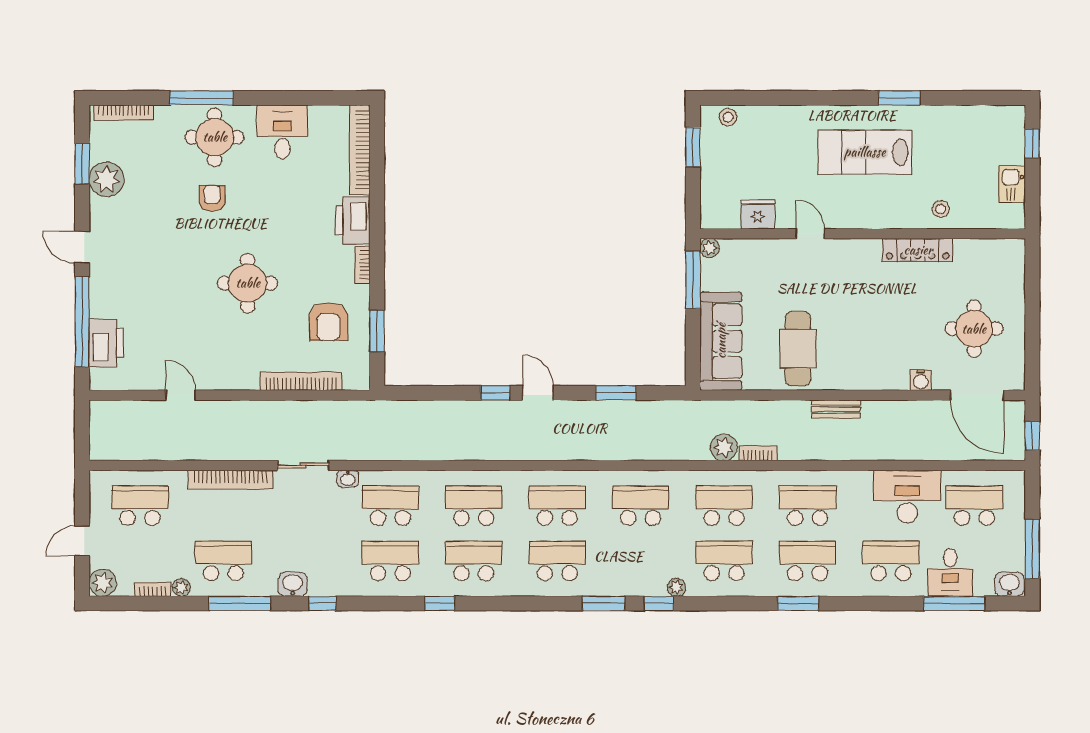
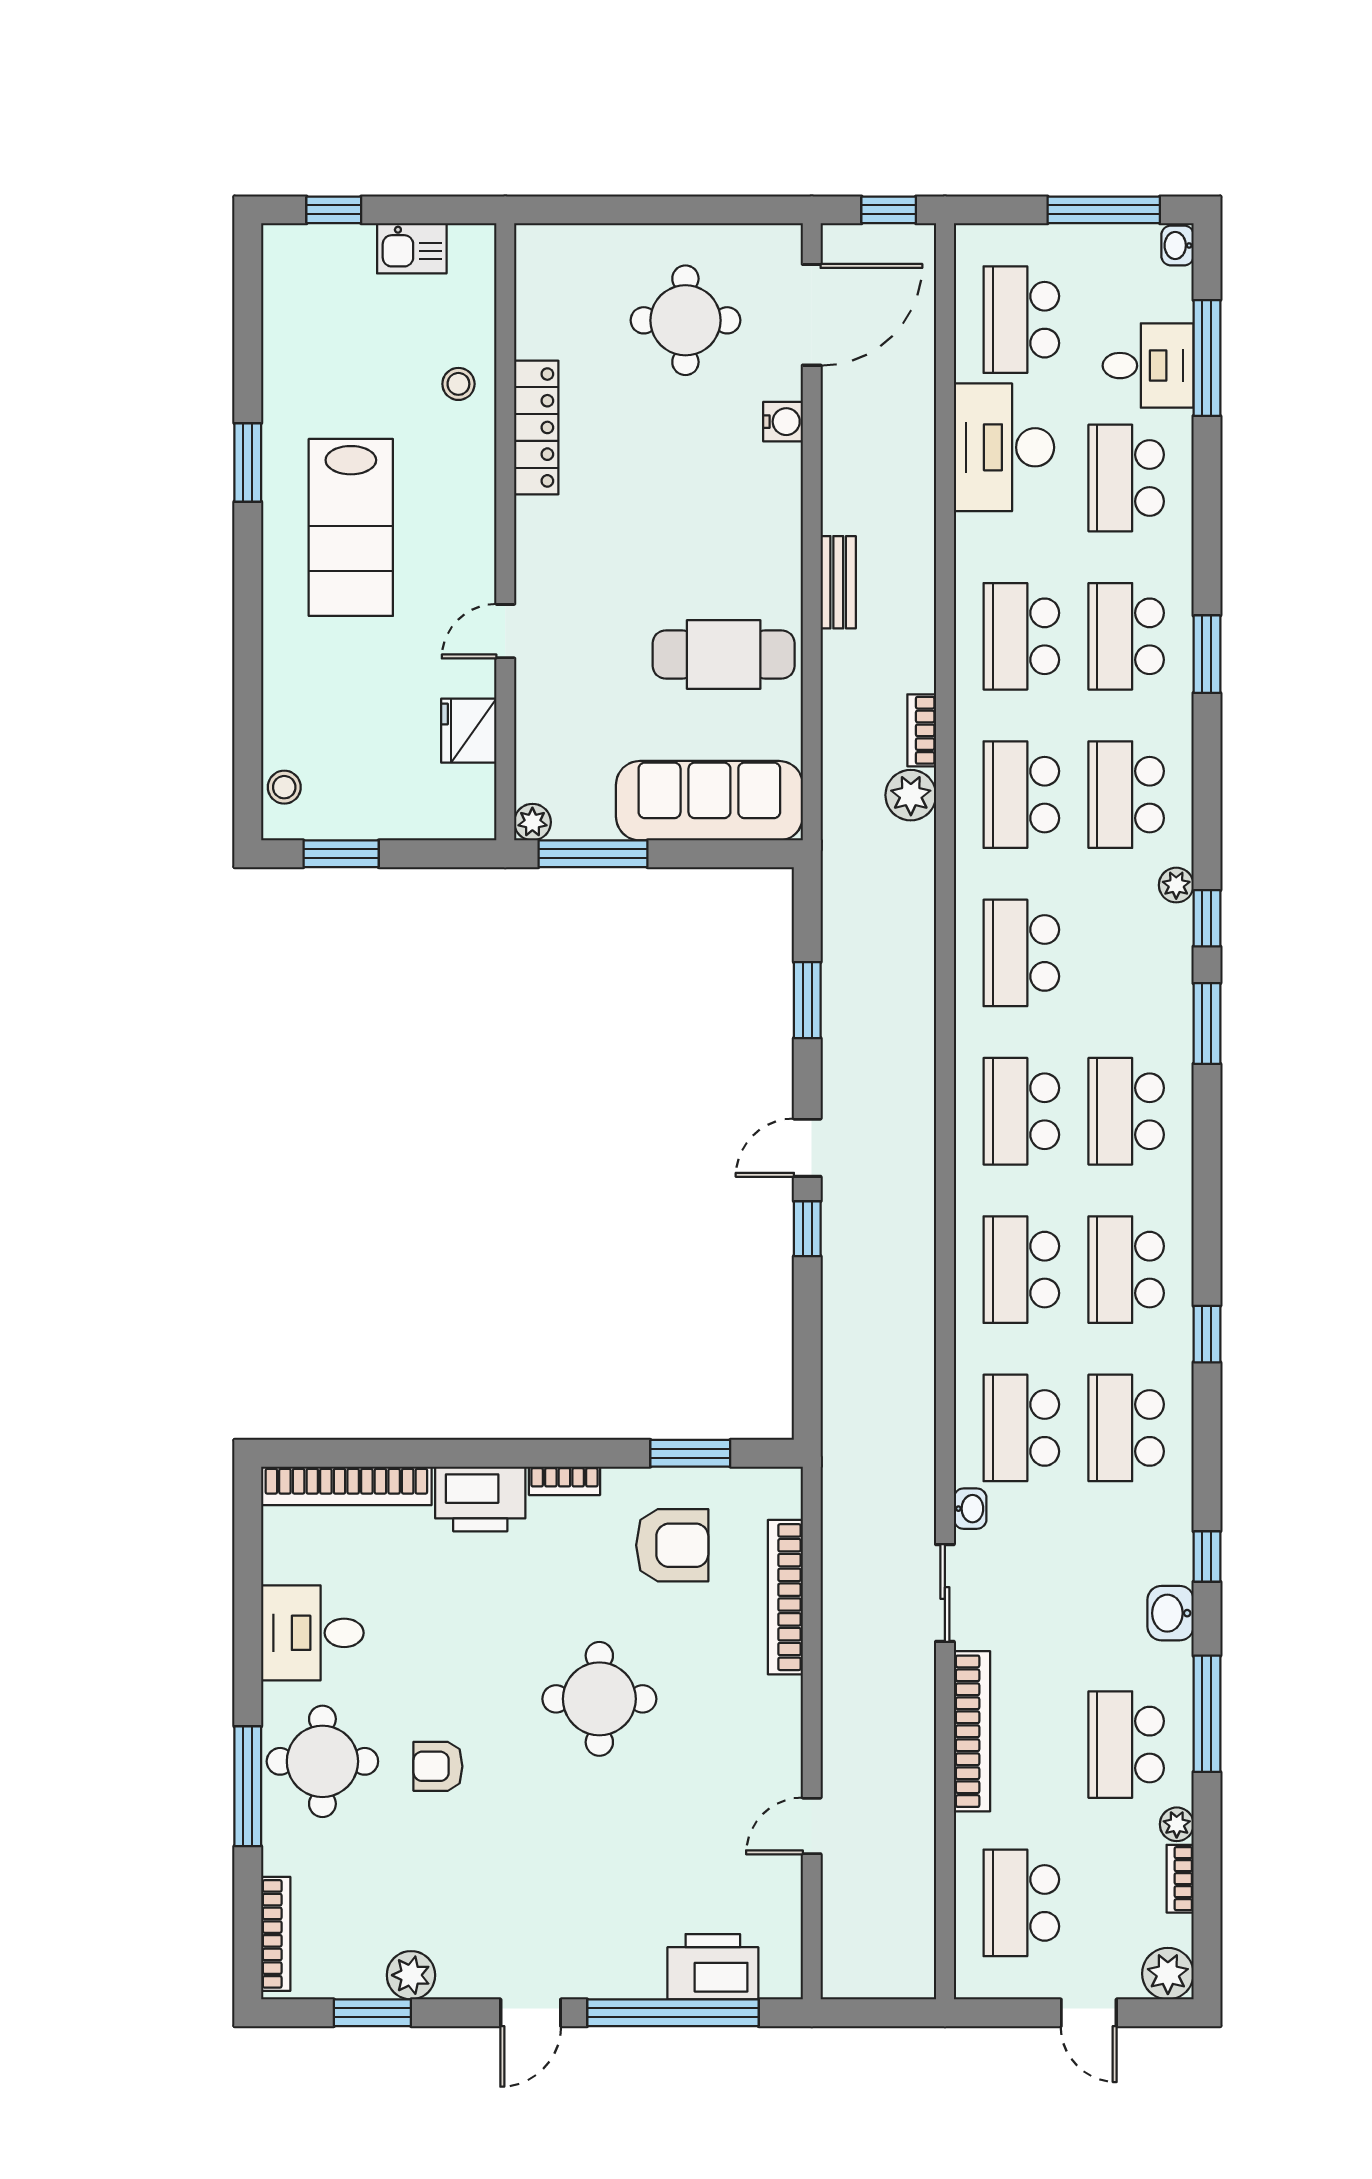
plant: (107, 179) -> (411, 1975), width x0.73, depth x0.73
washbasin: (1009, 584) -> (1177, 245), width x0.72, depth x0.69

